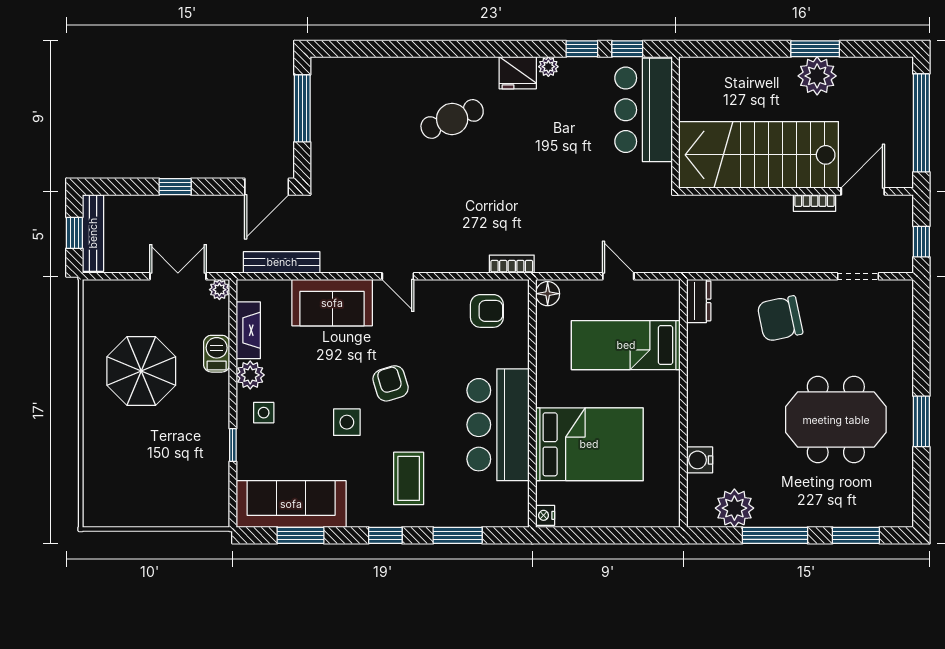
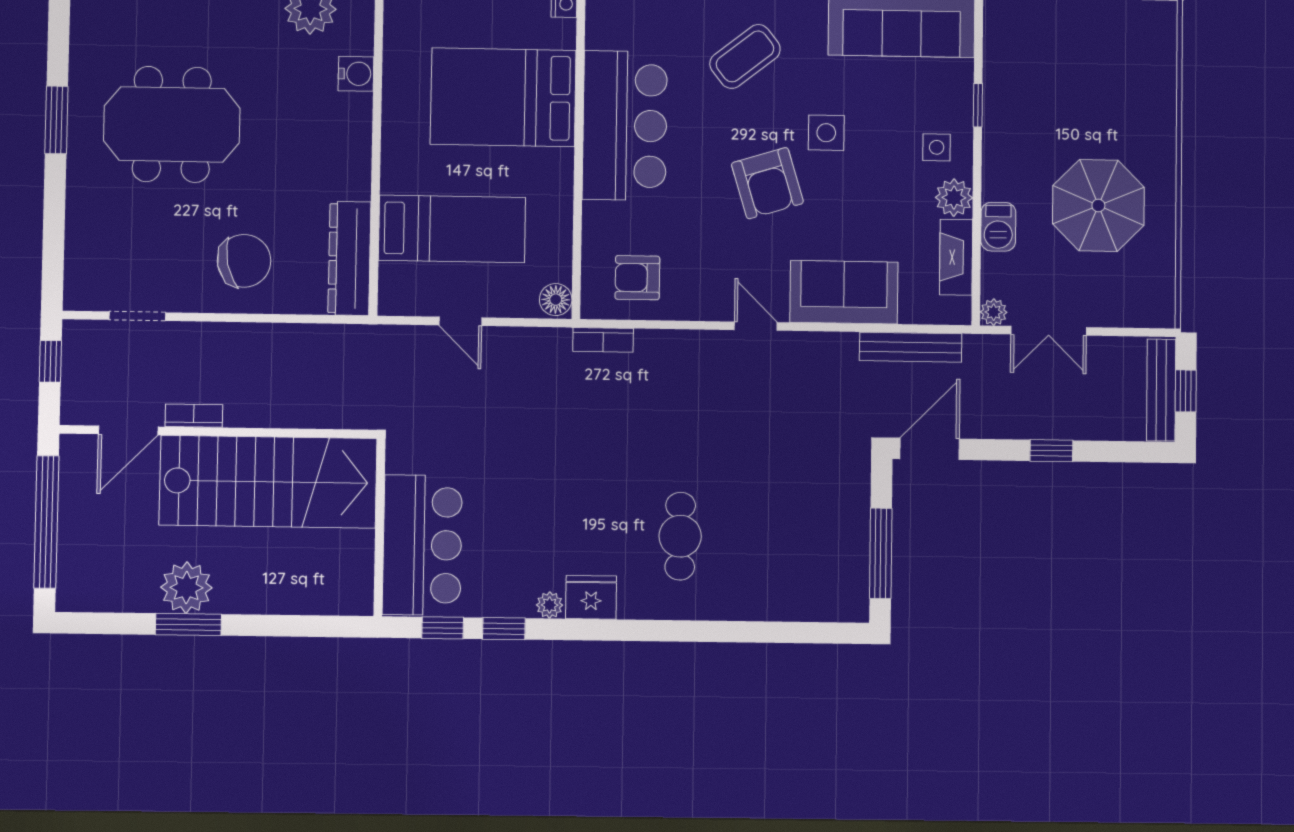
cafe table: (452, 119) -> (680, 536), turned -68
dresser: (699, 301) -> (349, 258), width x1.96, depth x1.24
armchair: (391, 383) -> (767, 183), width x1.38, depth x1.38
coffee table: (409, 478) -> (745, 56), turned 52

